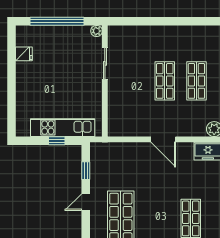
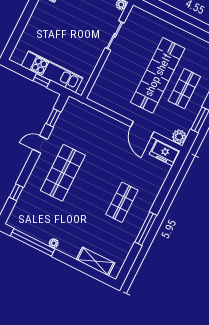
shop shelf: (165, 81) -> (158, 75), width x2.00, depth x1.36
door: (163, 139) -> (142, 129), moved

